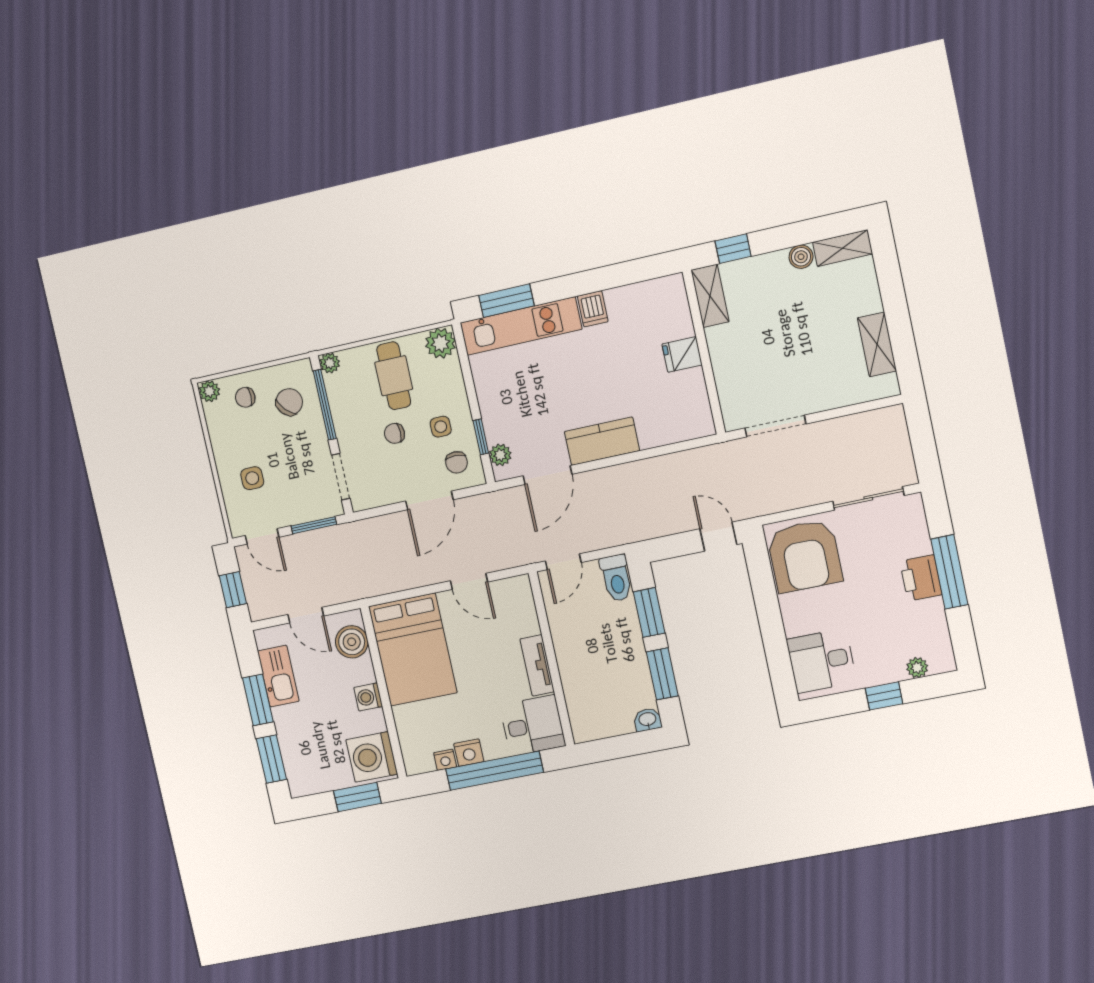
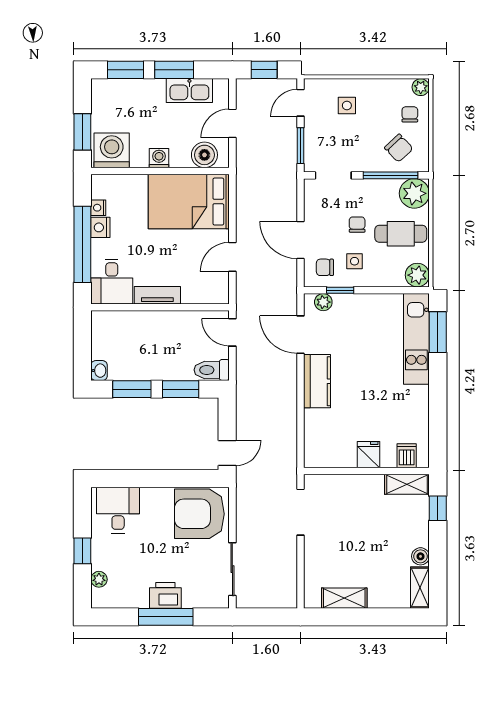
dishwasher: (593, 309) -> (407, 456), moved, turned 90
plant: (330, 363) -> (414, 193), width x1.87, depth x1.87

